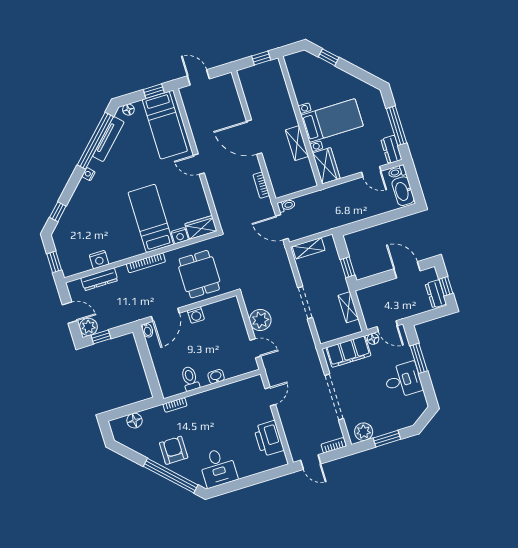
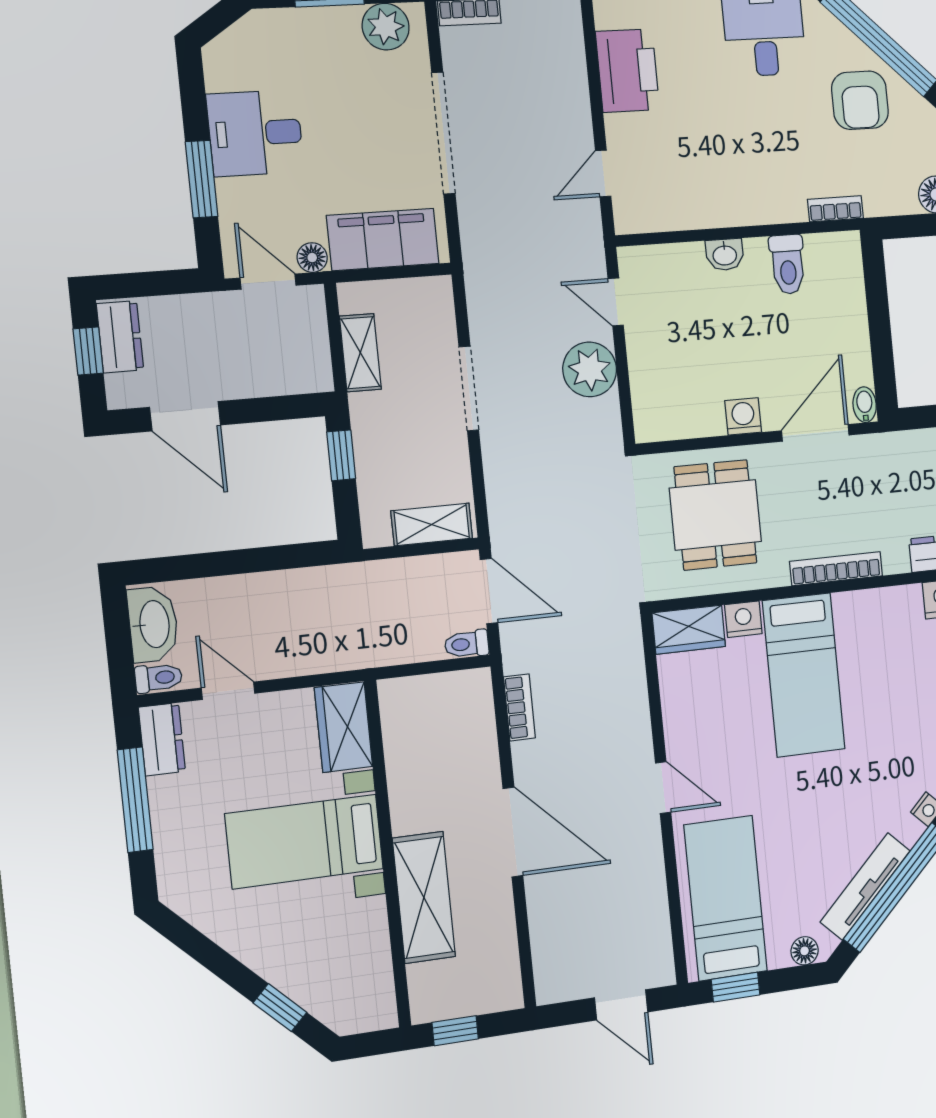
shelving: (297, 143) -> (424, 897), moved, width x1.50, depth x1.33

